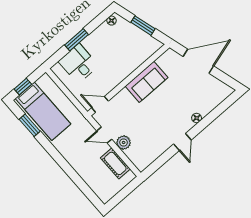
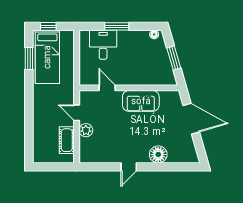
door: (100, 104) -> (107, 88), moved
floor lamp: (197, 118) -> (158, 154), width x1.89, depth x1.89

